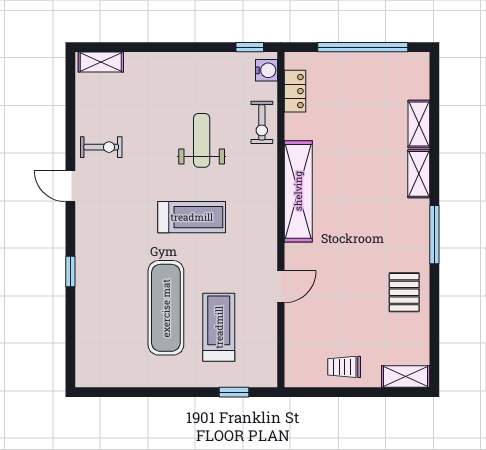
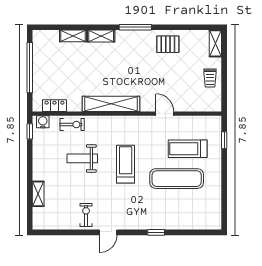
shelving: (101, 62) -> (38, 194), moved

